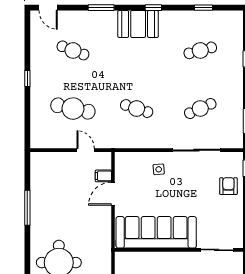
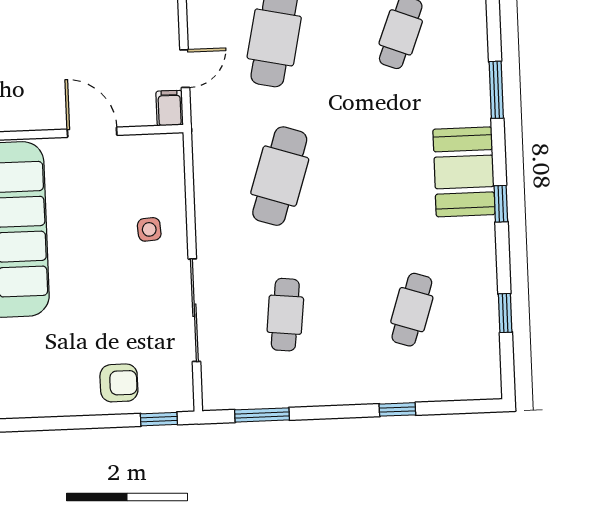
cafe table: (200, 50) -> (412, 310), turned 33
cafe table: (137, 109) -> (280, 176), width x1.37, depth x1.35
cafe table: (200, 109) -> (285, 315), turned 30
filing cabinet: (103, 176) -> (170, 108), moved

